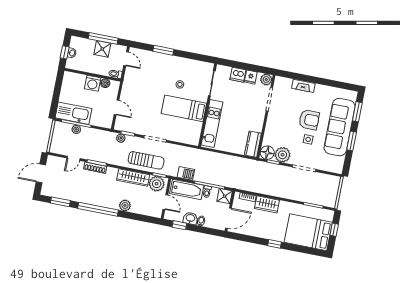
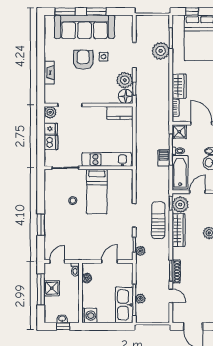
washing machine: (93, 83) -> (89, 316), moved
barbecue: (186, 173) -> (164, 158), moved
plant: (303, 194) -> (161, 51), added

